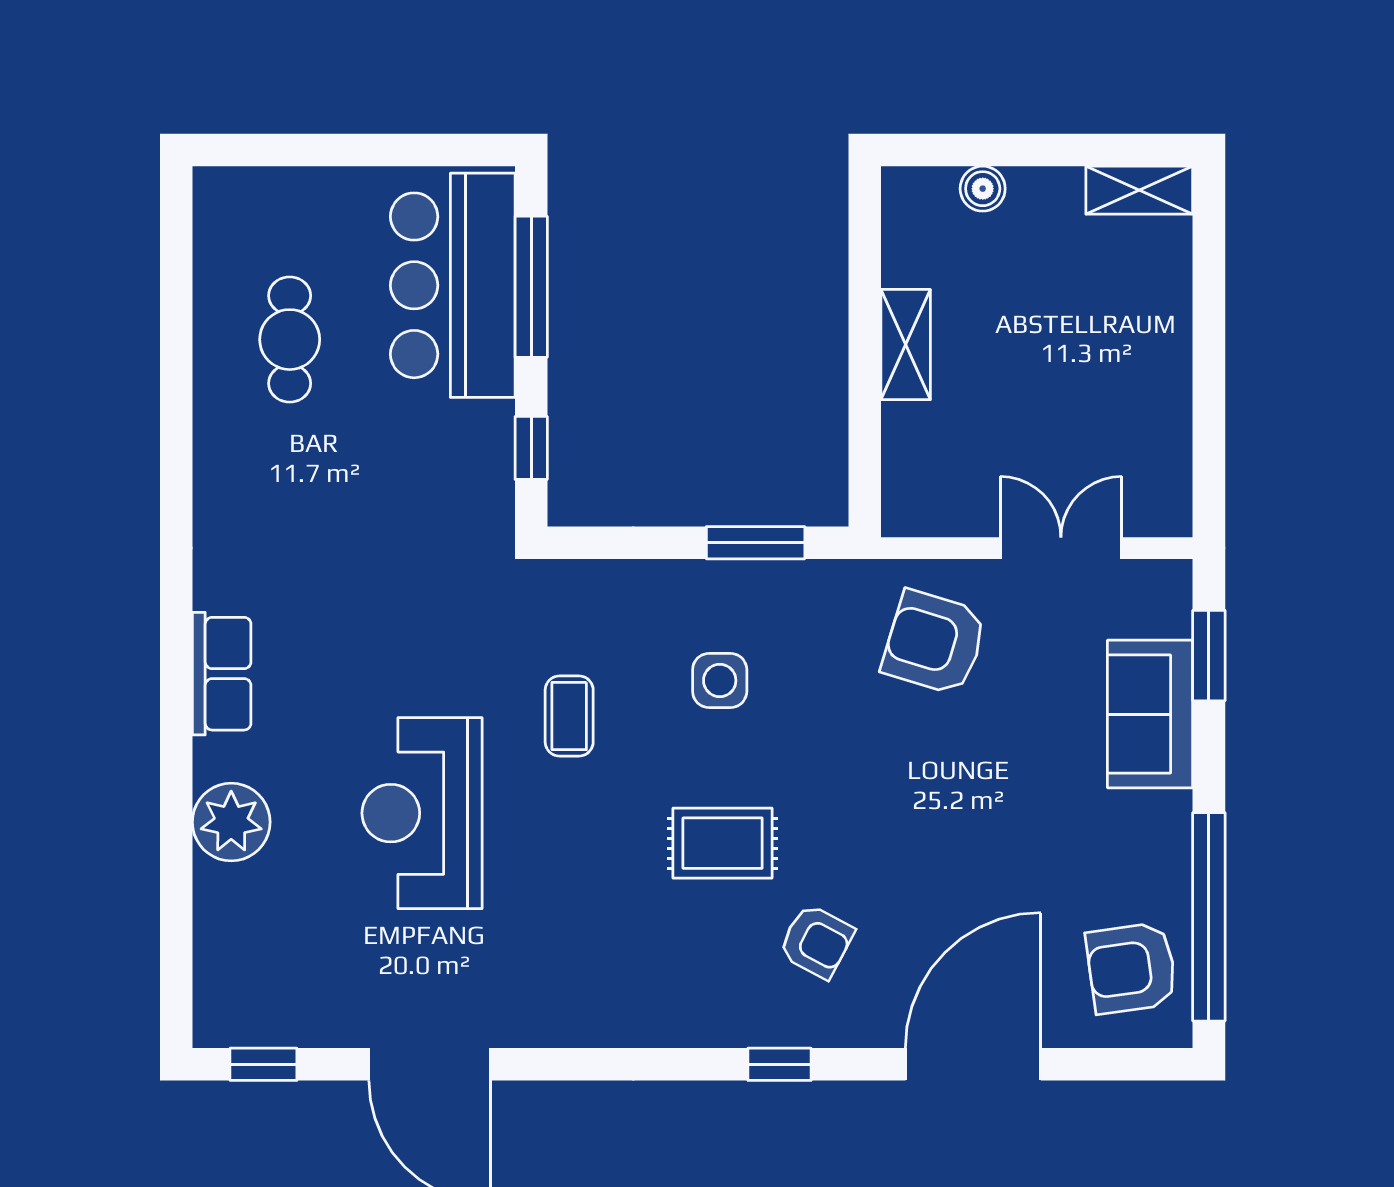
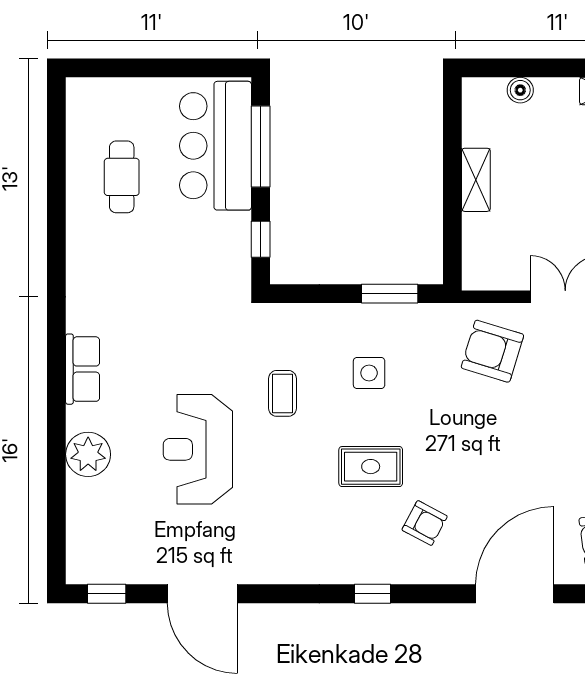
window: (780, 1064) -> (372, 594), moved

